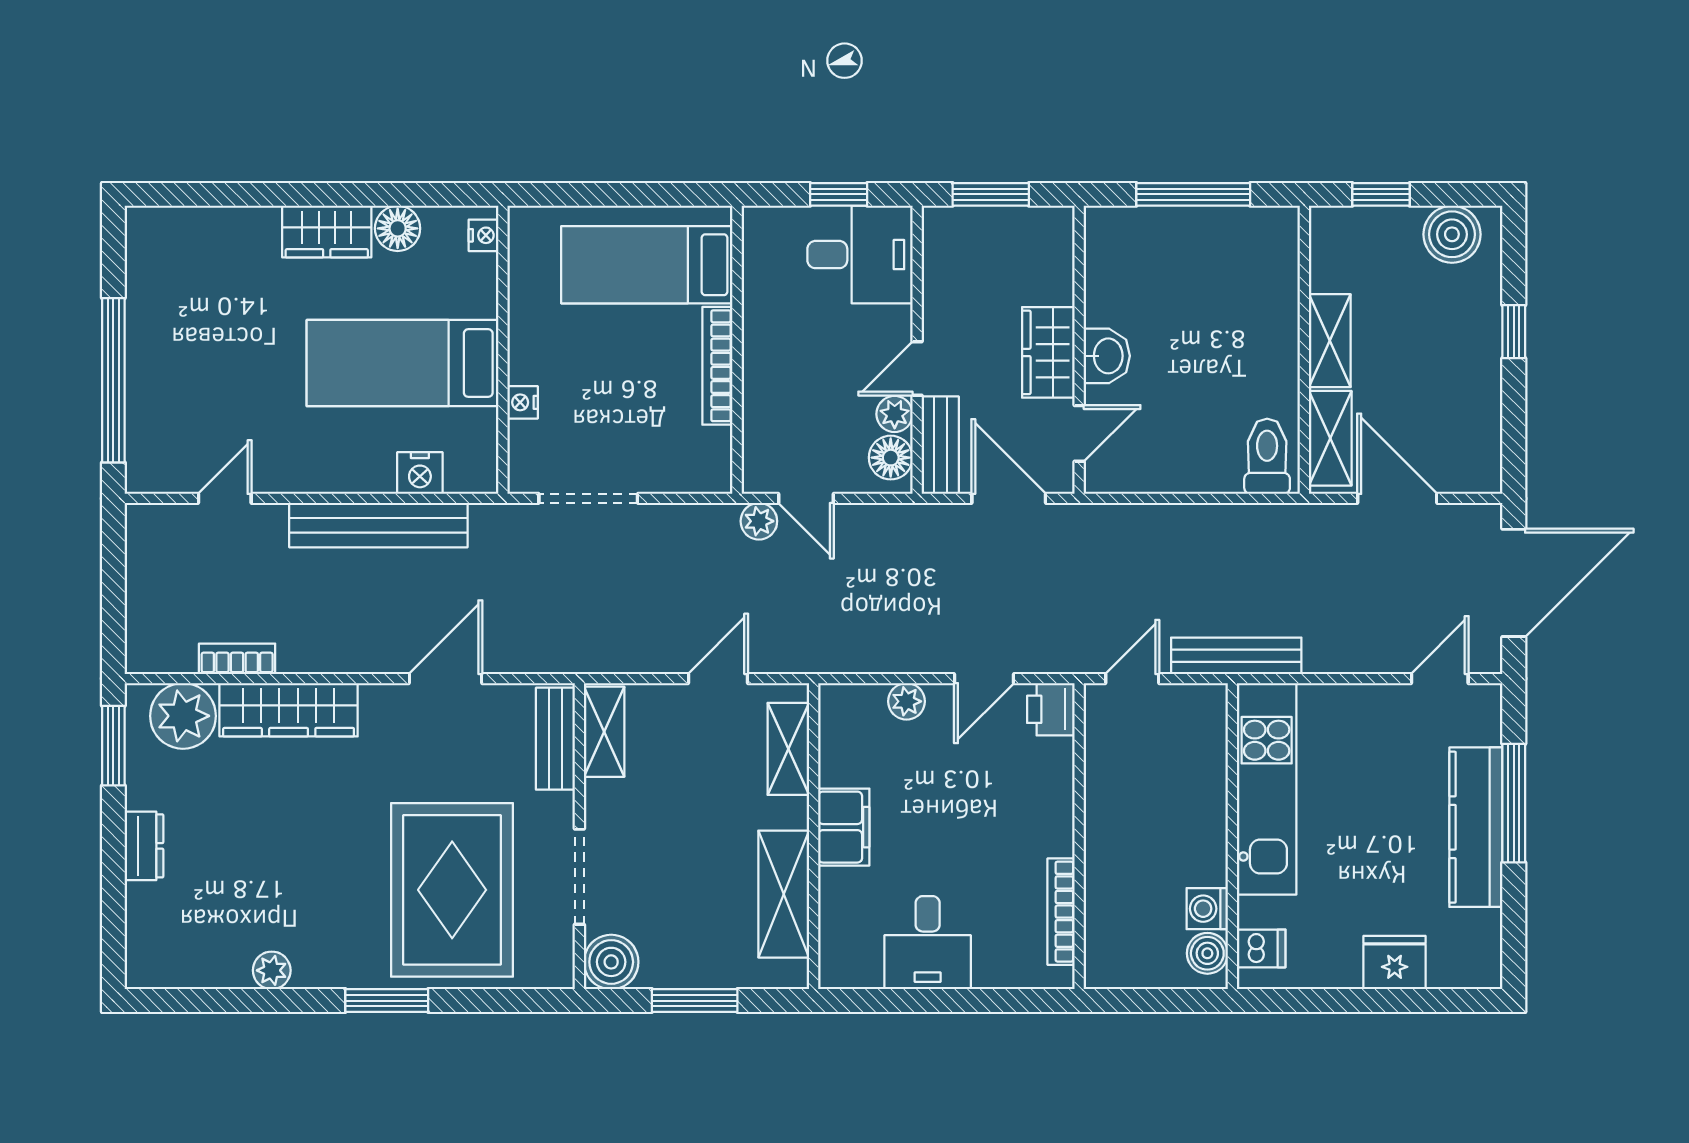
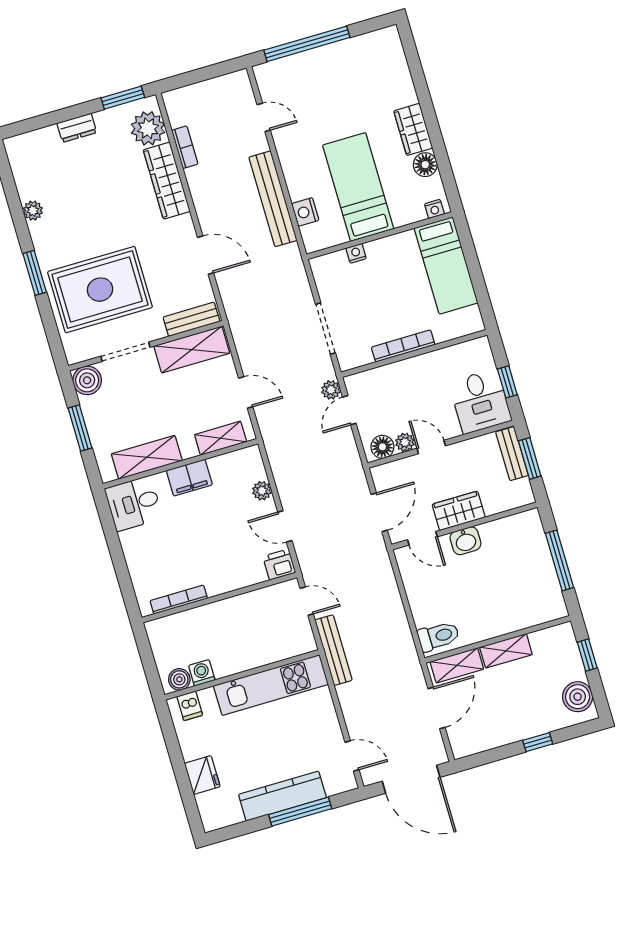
bed: (647, 265) -> (446, 265), moved, turned 180
bench: (940, 445) -> (512, 454), moved, turned 90
doorway: (588, 498) -> (325, 329), moved
shelving: (604, 732) -> (192, 350), width x1.50, depth x1.33
desk: (928, 943) -> (134, 503), moved

